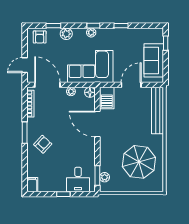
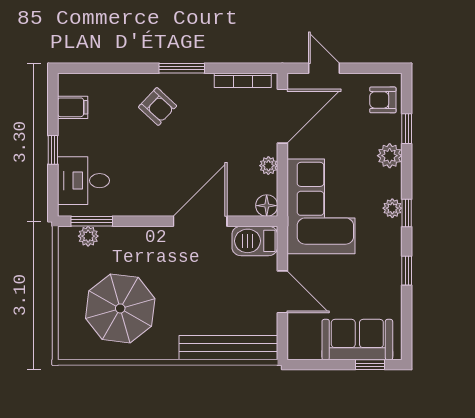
sofa: (154, 60) -> (357, 340), moved
filing cabinet: (32, 185) -> (73, 107), moved

